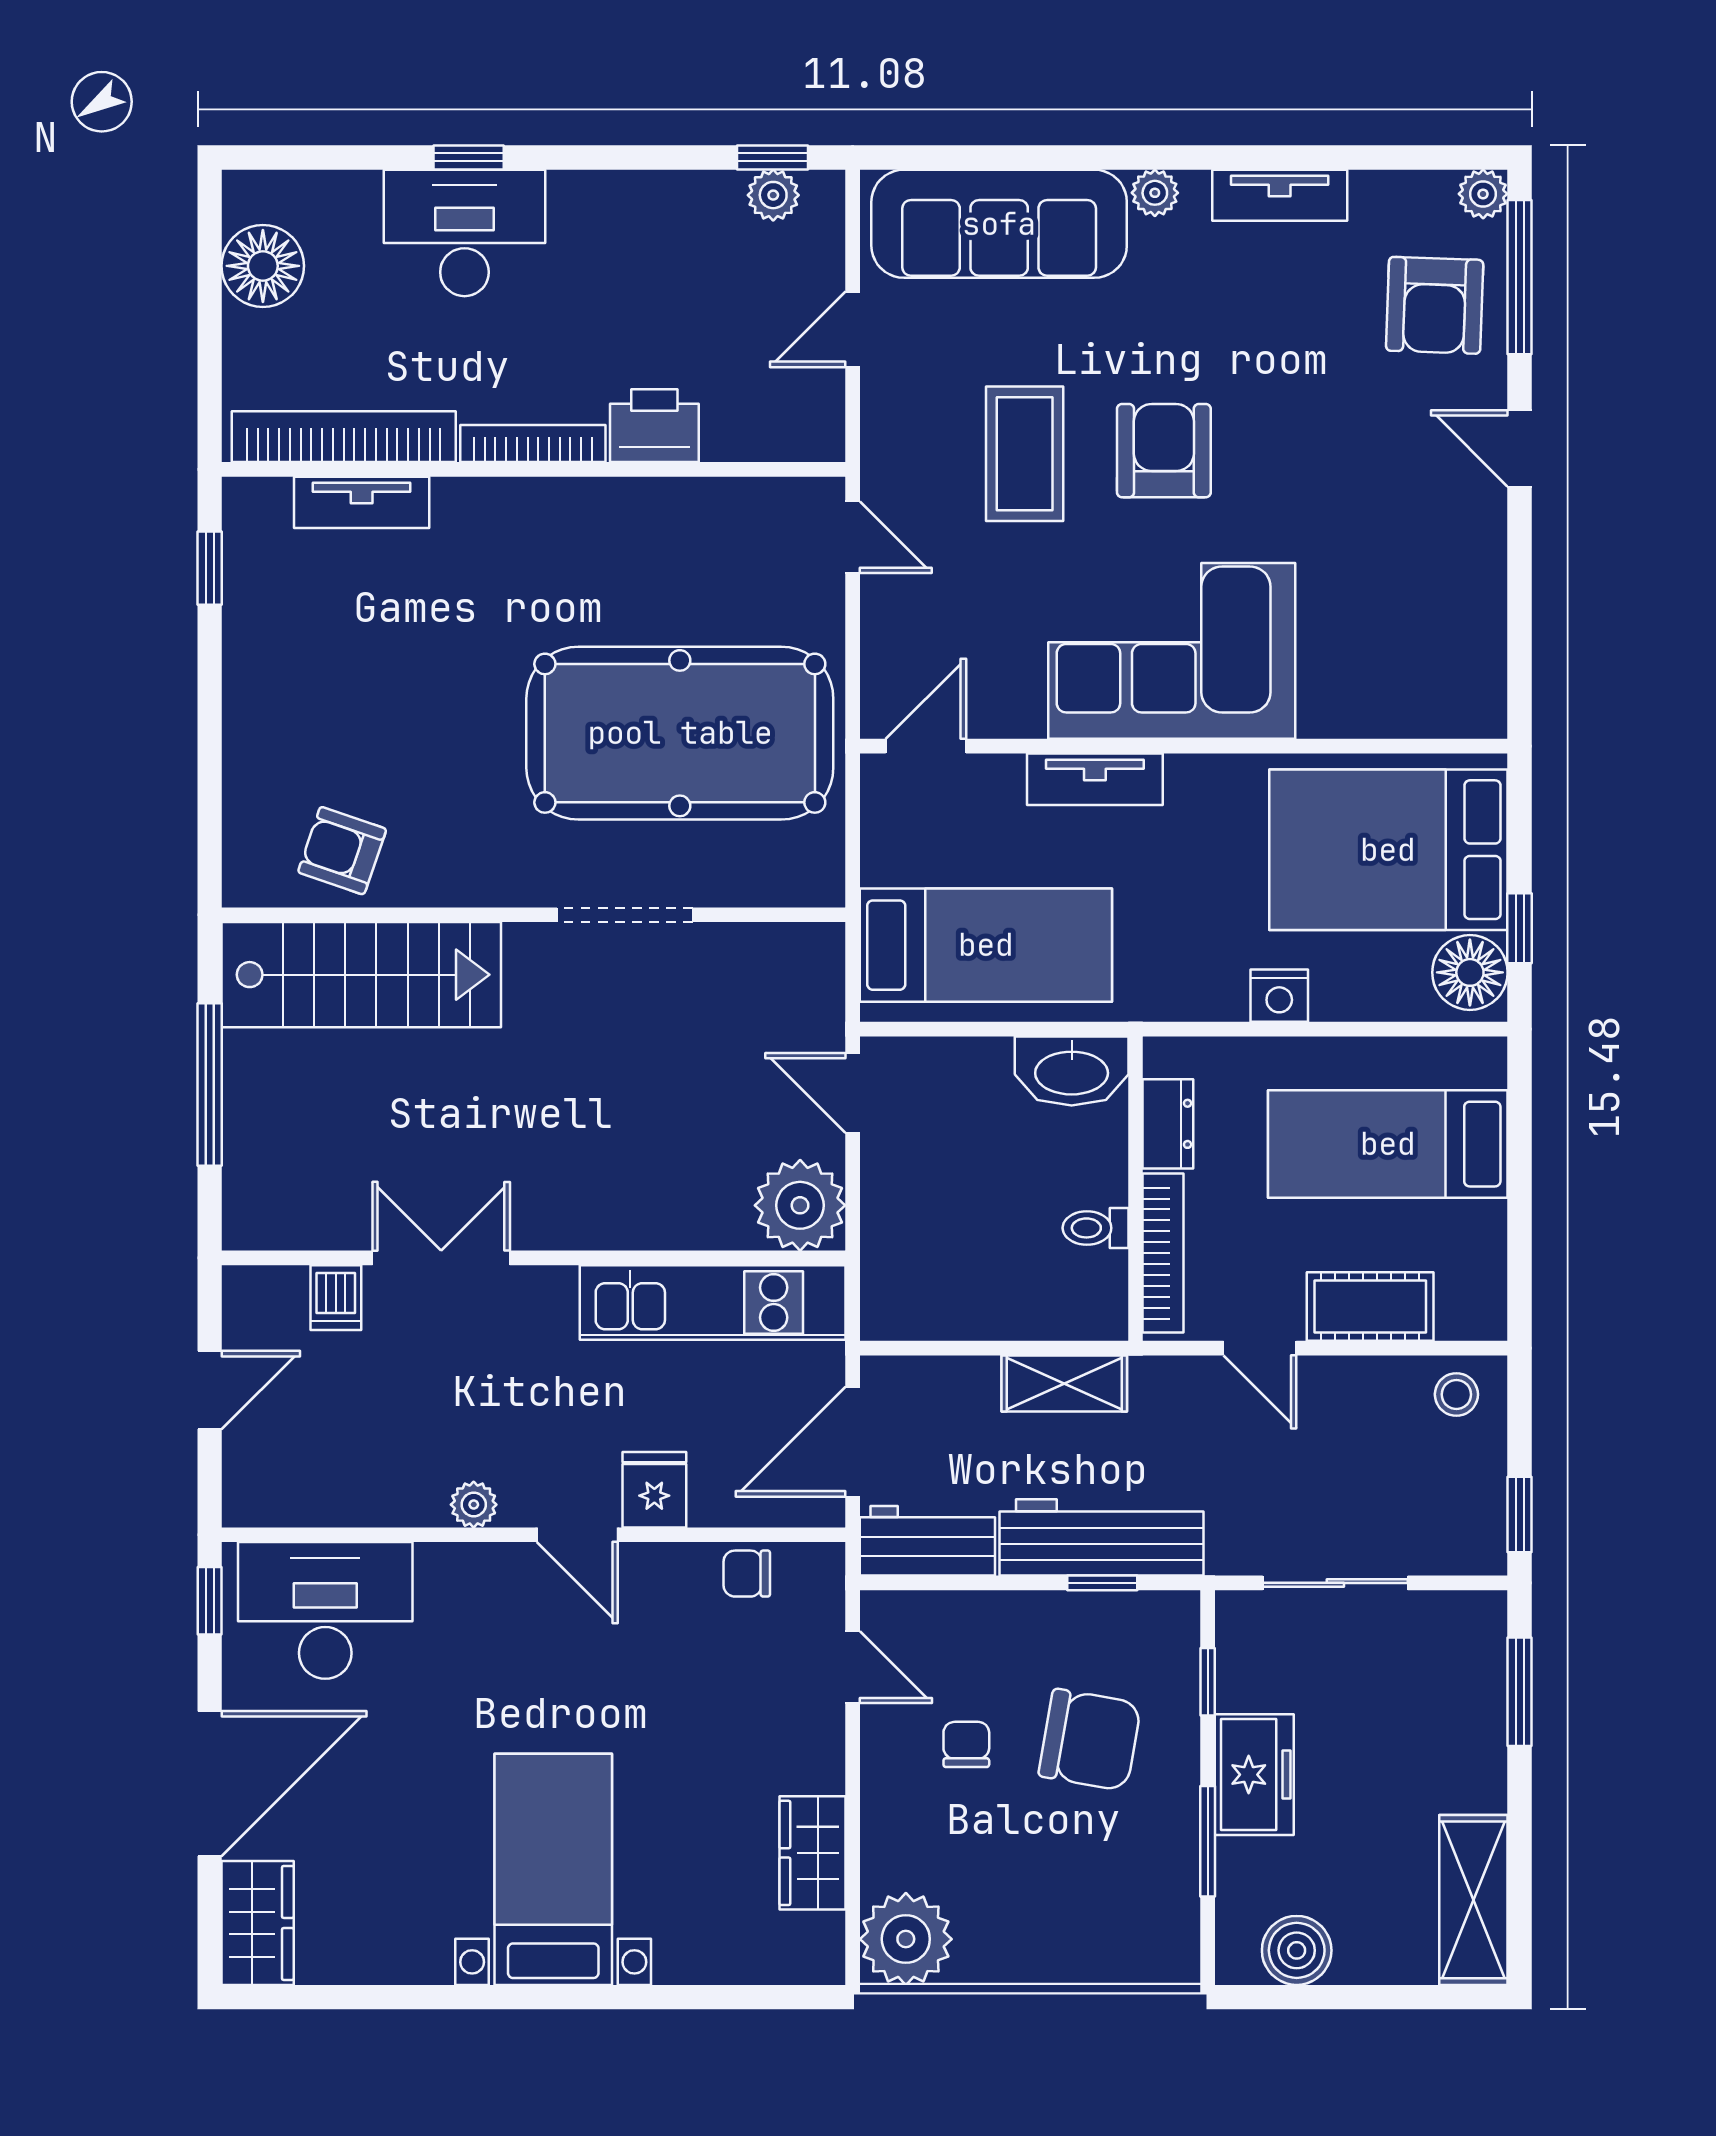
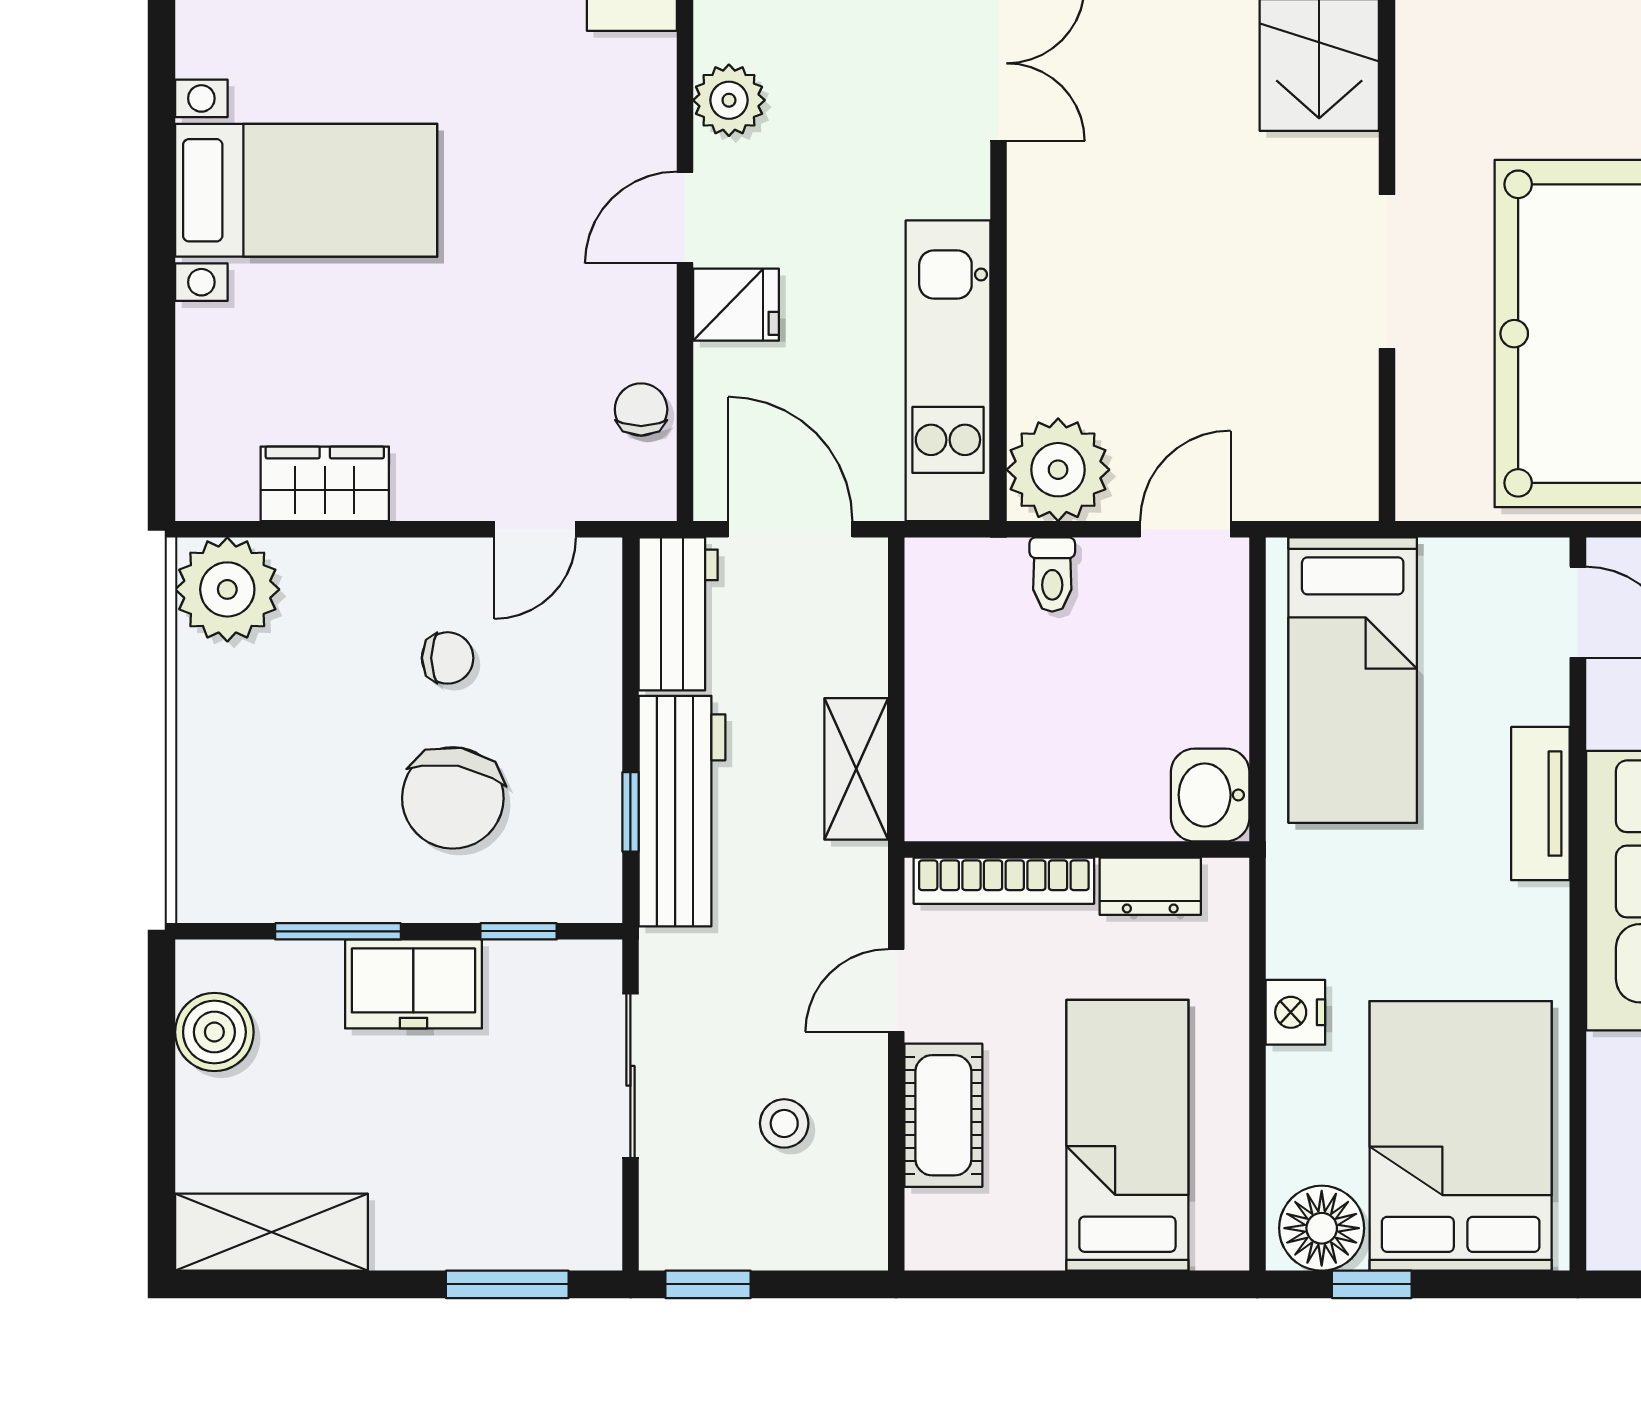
washbasin: (1072, 1071) -> (1210, 795), width x0.72
toilet: (1095, 1228) -> (1052, 574), moved, turned 180
stool: (1456, 1394) -> (784, 1123), moved
plant: (474, 1505) -> (729, 100), width x1.38, depth x1.38

